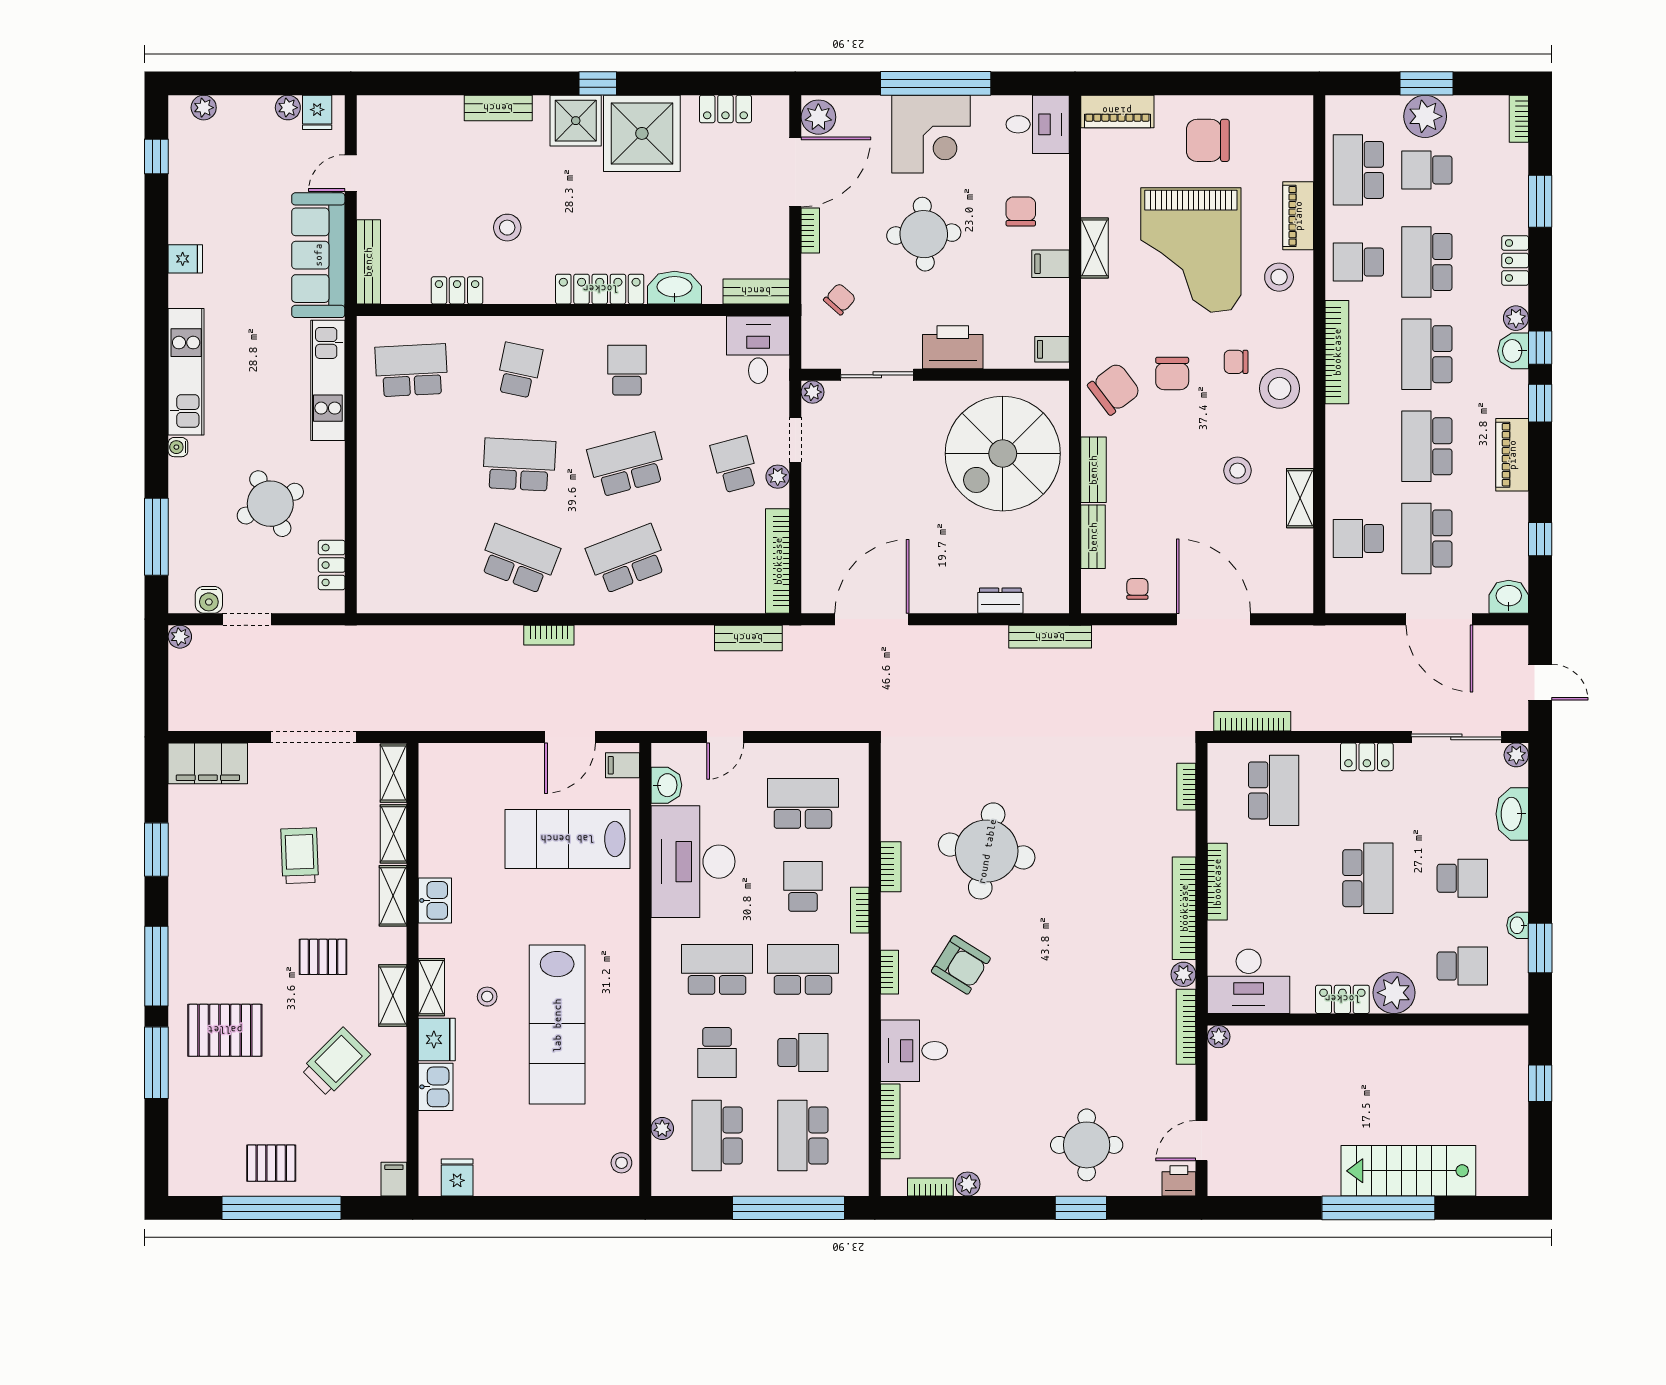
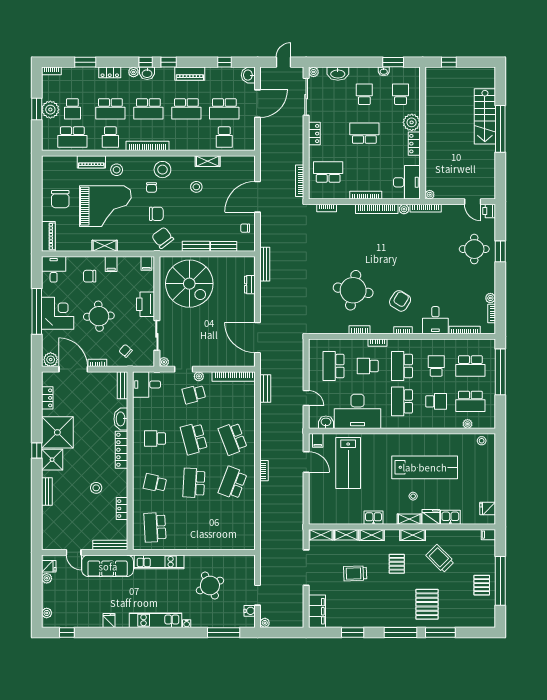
locker: (332, 565) -> (235, 560), removed

